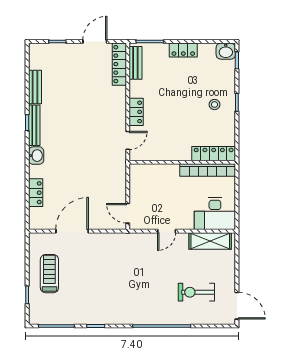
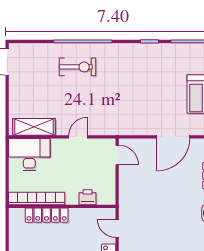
door: (128, 140) -> (117, 228), hinge flipped
locker: (214, 154) -> (47, 215), moved
printer: (157, 171) -> (88, 197), added
exercise bike: (196, 292) -> (78, 67), moved

